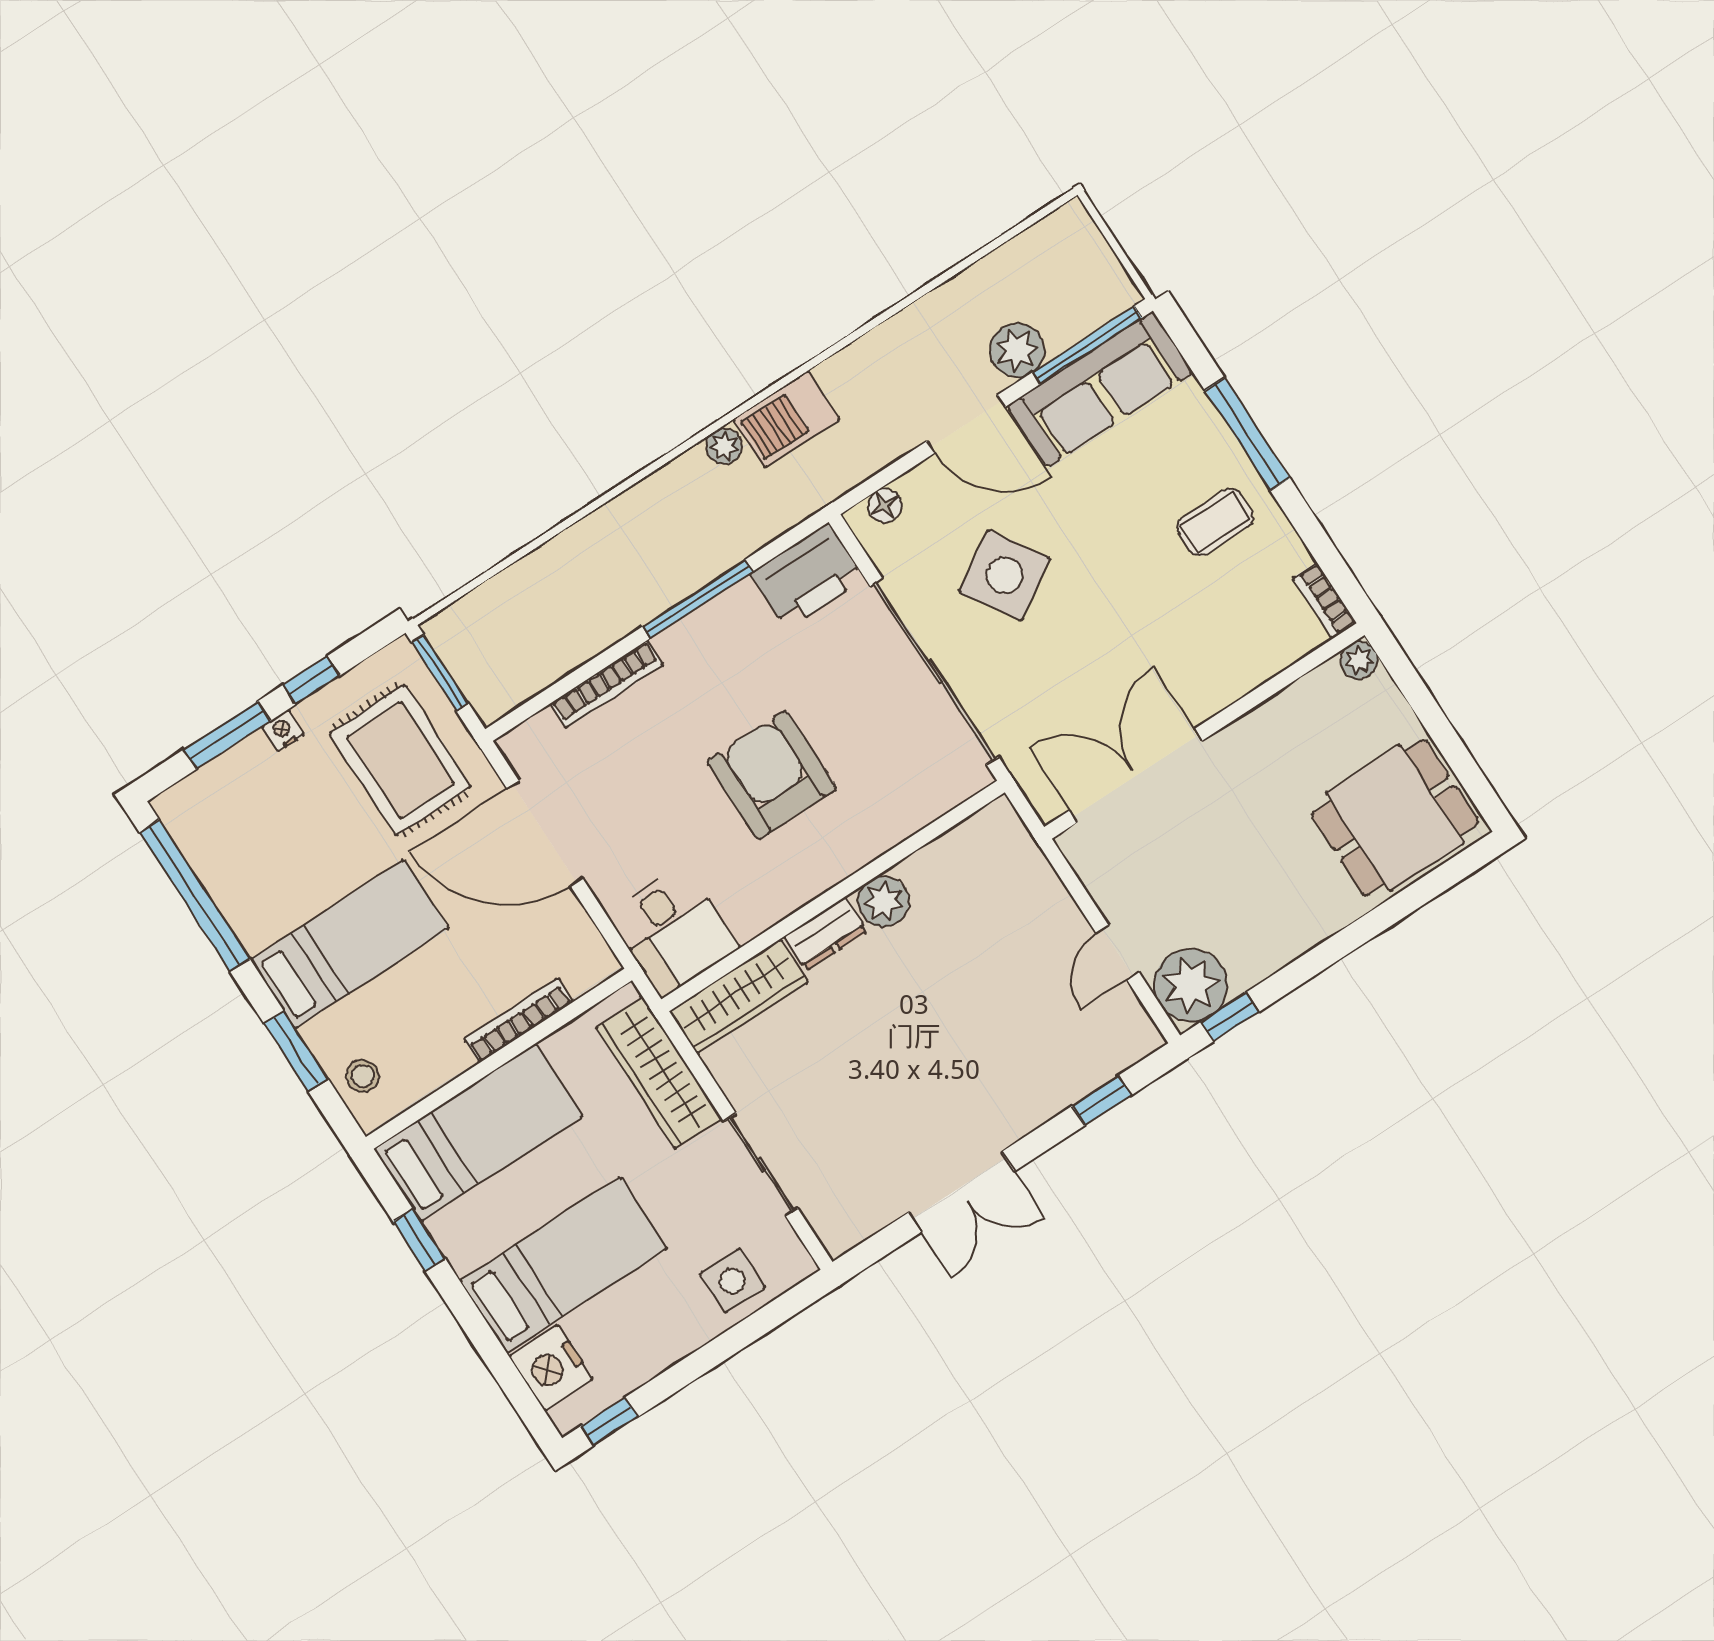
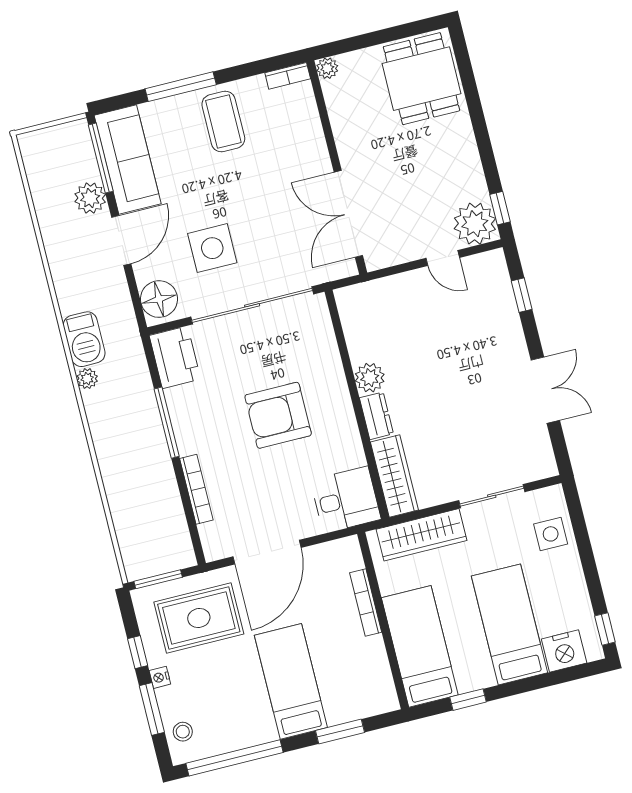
floor lamp: (885, 505) -> (159, 299), width x1.89, depth x1.89
coffee table: (1215, 522) -> (223, 122), width x1.36, depth x1.30
side table: (1005, 575) -> (212, 248), turned 32
stool: (363, 1076) -> (183, 732), moved

